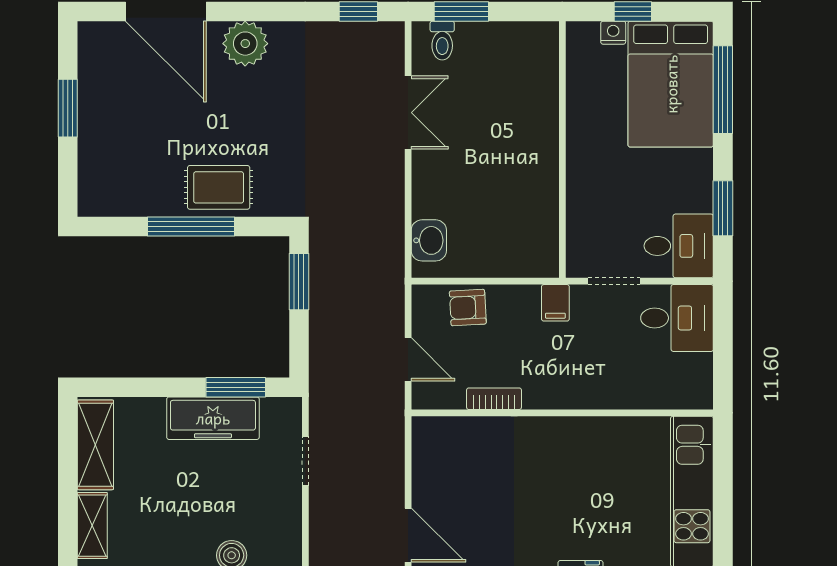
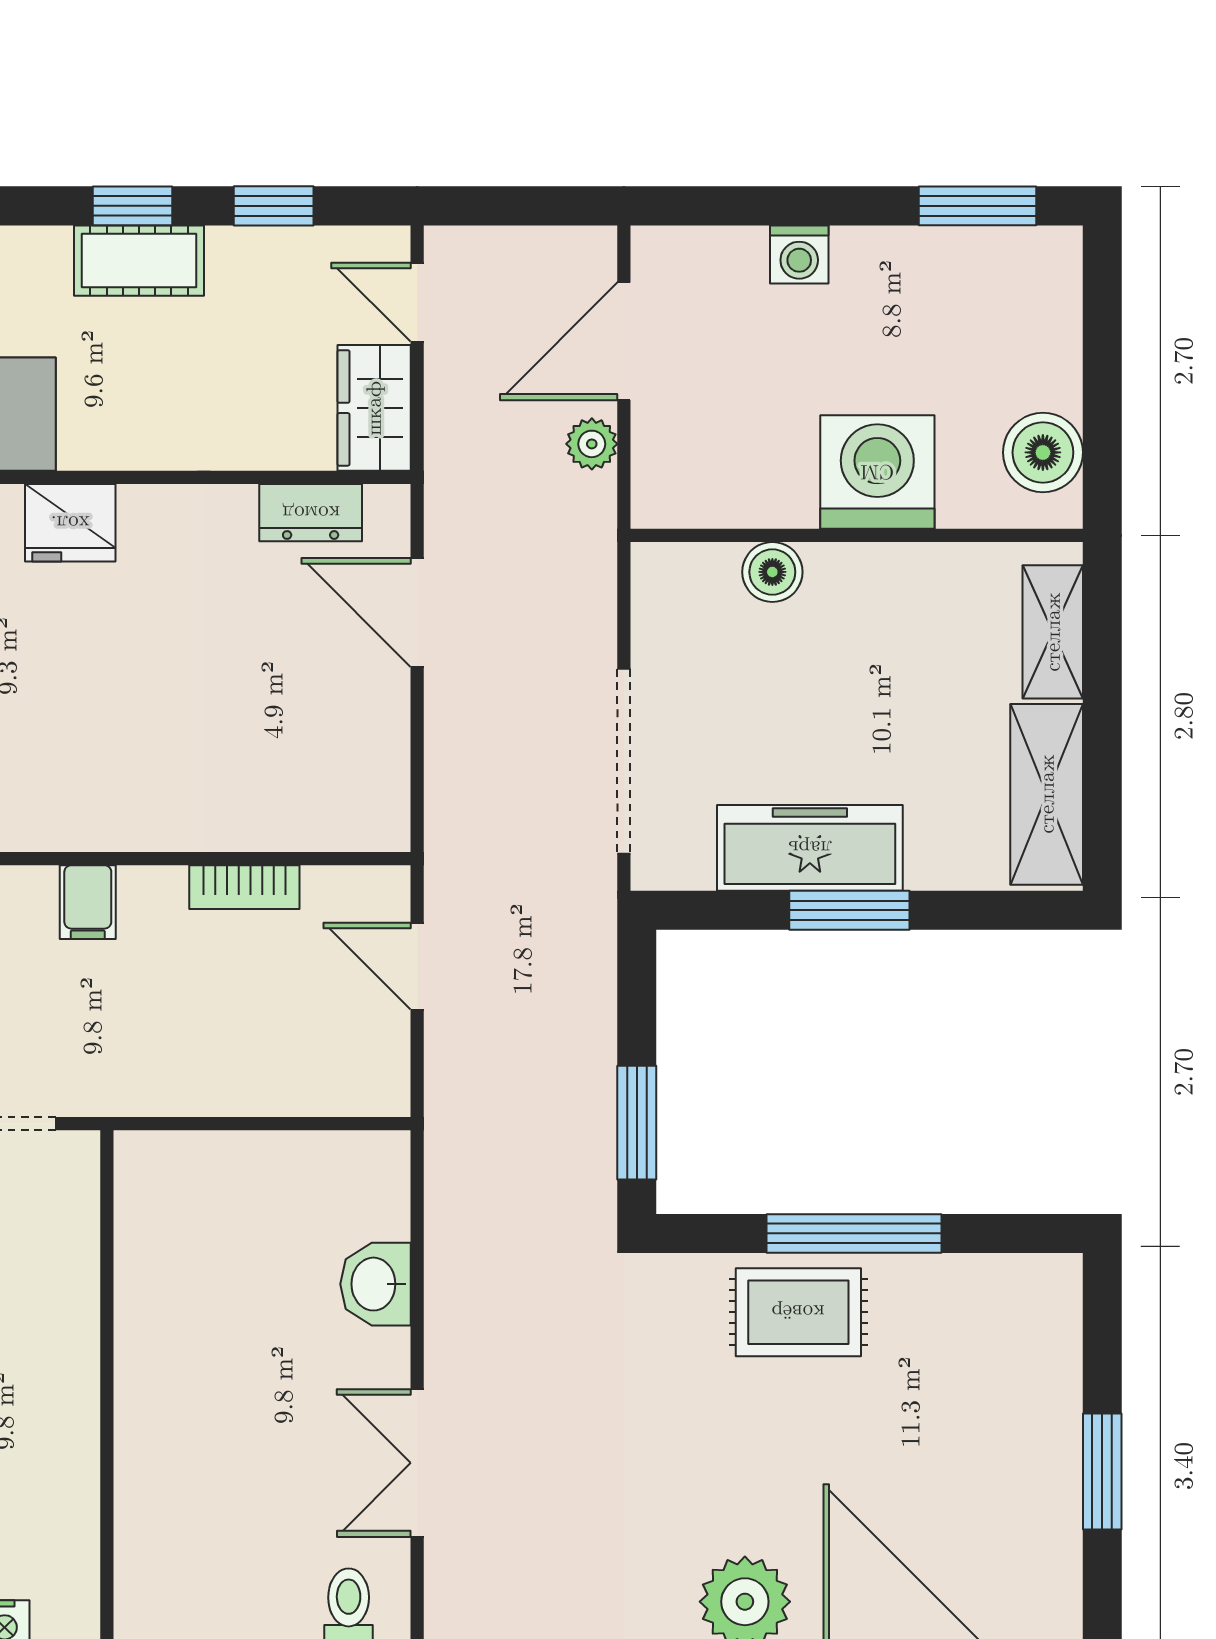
washbasin: (429, 240) -> (376, 1284), moved
filing cabinet: (555, 303) -> (88, 902), moved, turned 180
armchair: (468, 308) -> (297, 1071), removed
window: (236, 387) -> (849, 910), moved
doorway: (305, 461) -> (624, 761), width x1.88

